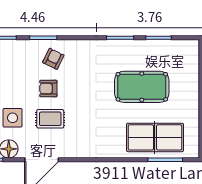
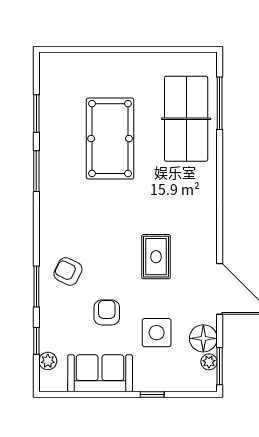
armchair: (48, 89) -> (107, 312), moved, turned 180
rug: (50, 119) -> (156, 257), moved

